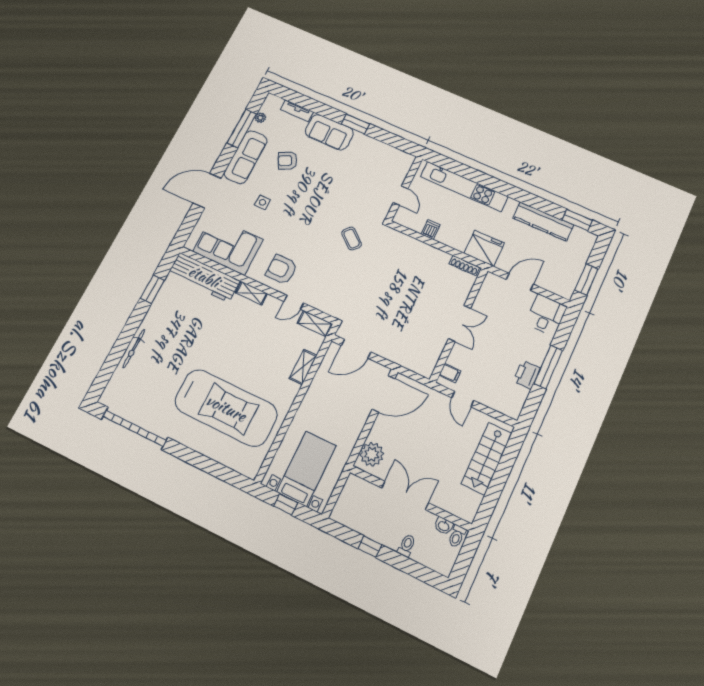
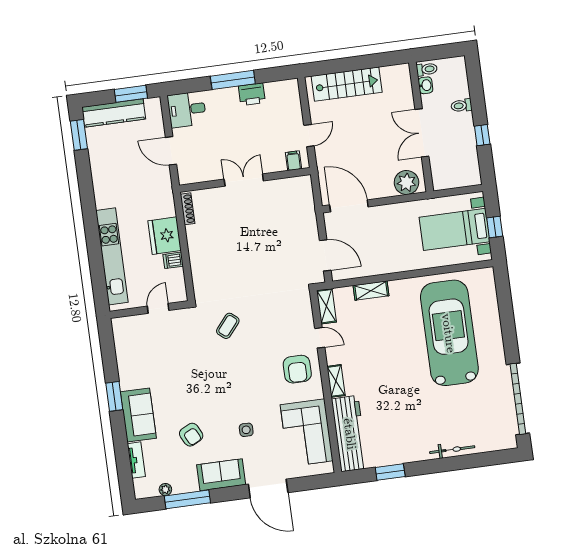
sofa: (246, 157) -> (221, 475), width x0.73
kitchen counter: (543, 221) -> (114, 113), moved, turned 90
fridge: (484, 248) -> (165, 236), moved

